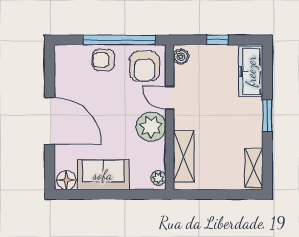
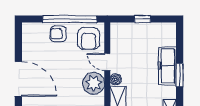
boiler: (181, 57) -> (116, 79), moved
freezer: (251, 71) -> (167, 66), moved

